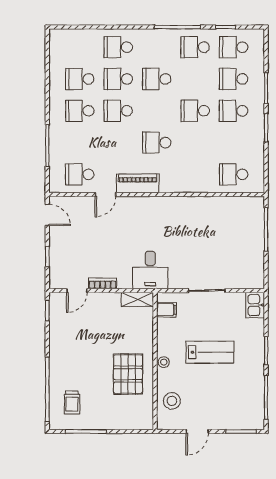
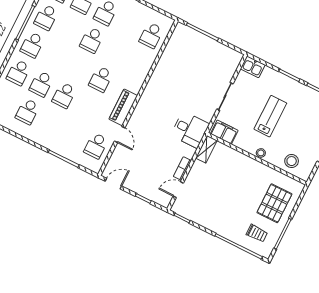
school desk: (157, 79) -> (32, 45), moved
school desk: (80, 111) -> (50, 123), removed
door: (77, 291) -> (178, 190), swing flipped
filing cabinet: (166, 310) -> (224, 132), width x2.00
pallet: (128, 374) -> (274, 203), moved, turned 90

